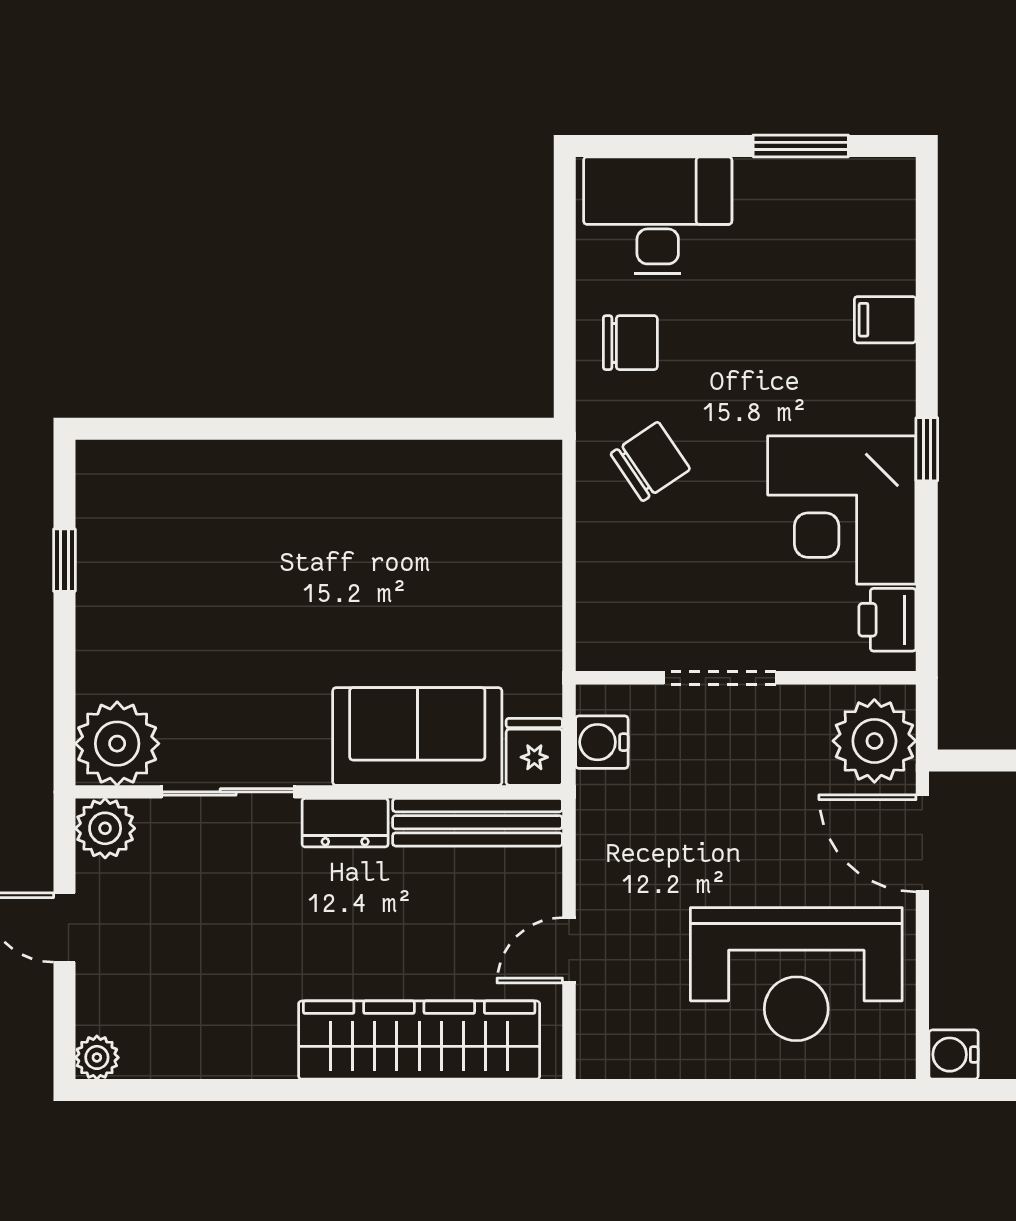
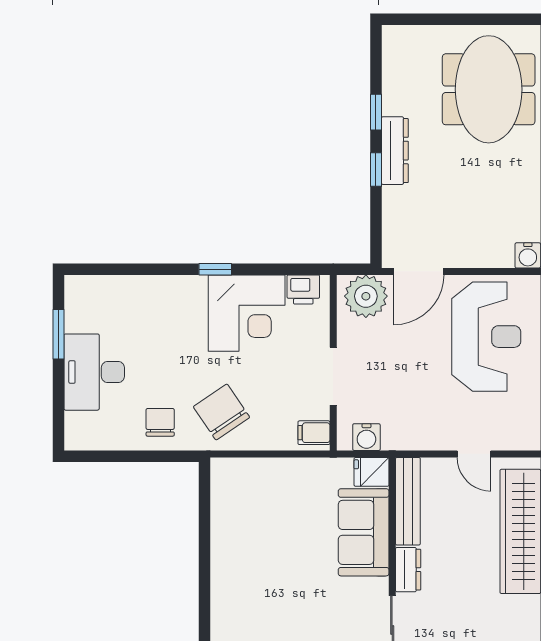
desk: (658, 215) -> (94, 372), moved
filing cabinet: (885, 320) -> (314, 433), moved, turned 90
chair: (650, 461) -> (221, 412), width x1.37, depth x1.37

